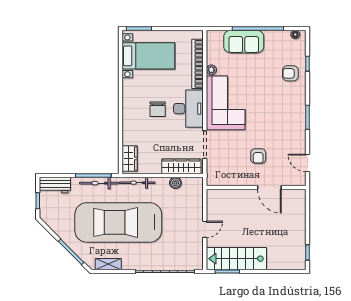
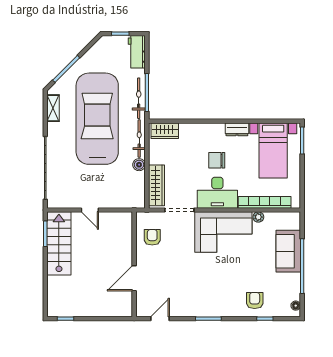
dresser: (128, 90) -> (237, 129), added
armchair: (258, 156) -> (152, 237), moved, turned 90
boiler: (175, 183) -> (139, 165), moved

